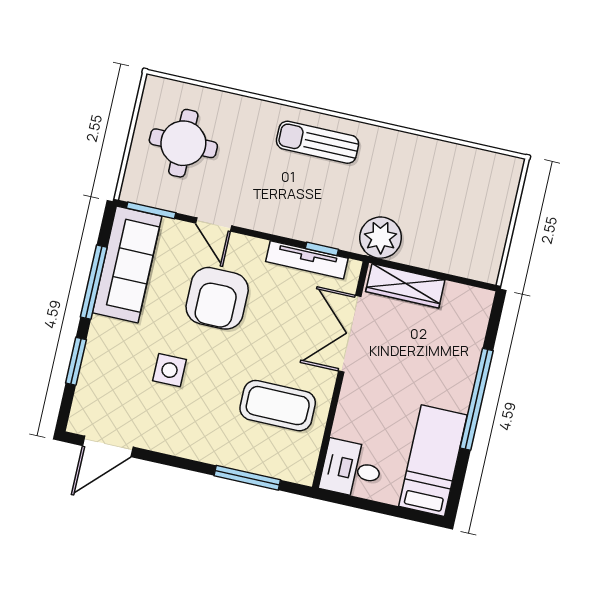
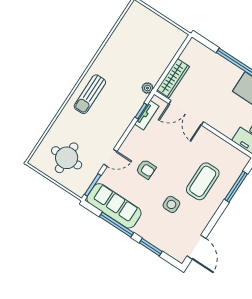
plant: (381, 238) -> (147, 88), width x0.53, depth x0.53
tv unit: (307, 260) -> (147, 115), width x0.71
armchair: (217, 298) -> (146, 169), width x0.53, depth x0.53
coffee table: (278, 406) -> (203, 181), moved

